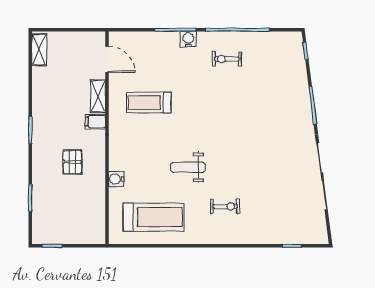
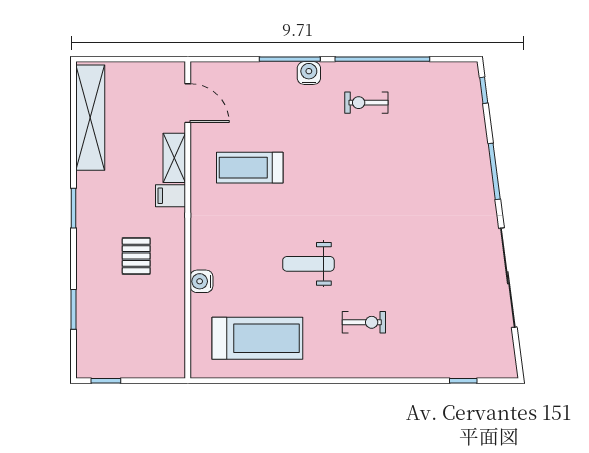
shelving: (39, 50) -> (90, 118), width x2.20, depth x1.33

